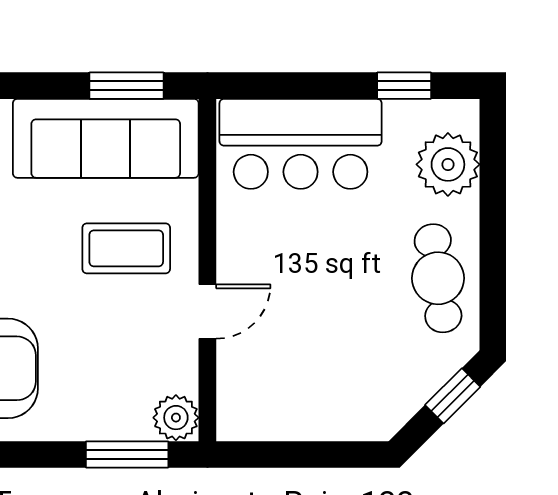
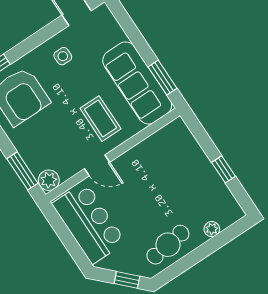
window: (404, 86) -> (223, 169), moved
bar counter: (301, 144) -> (89, 223), moved, turned 180
plant: (448, 164) -> (212, 229), width x0.53, depth x0.53

